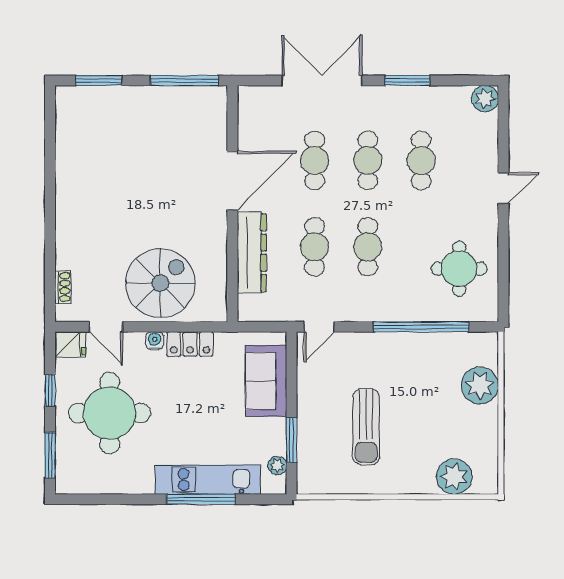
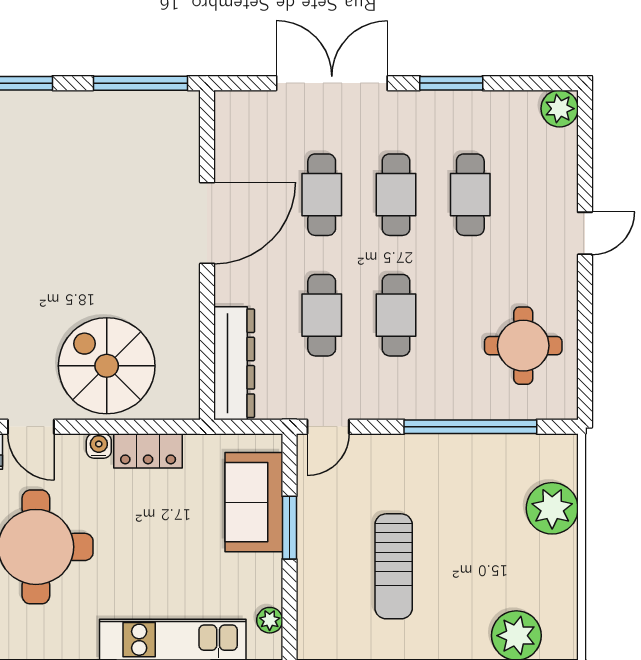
dresser: (252, 253) -> (234, 363), moved
spiral stairs: (160, 283) -> (107, 366), turned -90
window: (291, 440) -> (289, 528), moved

